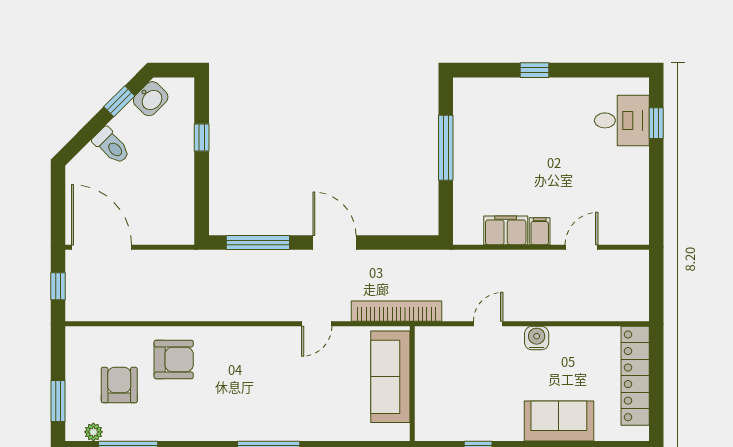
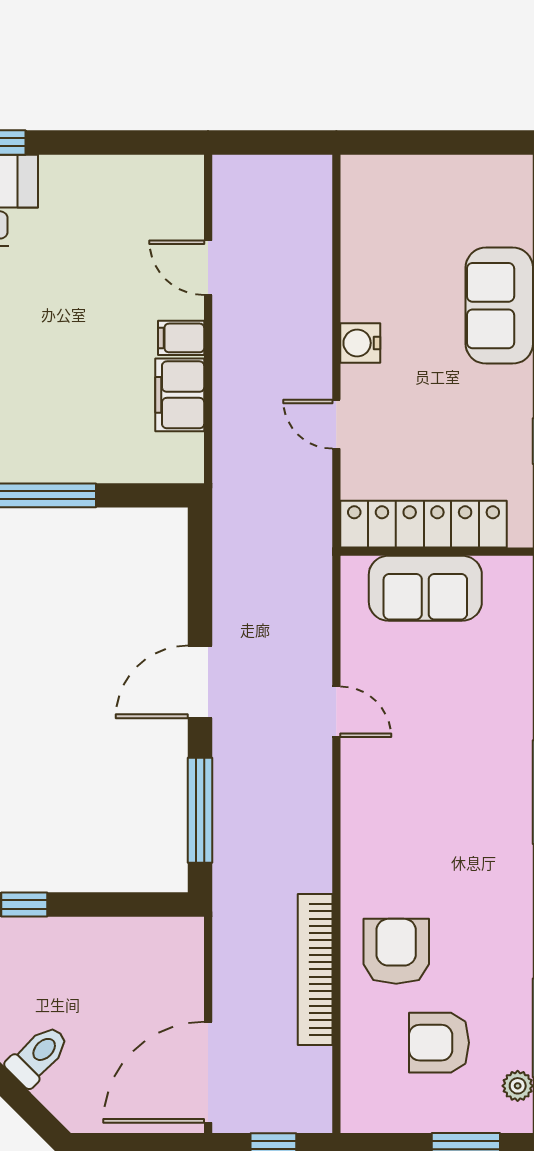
bookcase: (397, 311) -> (315, 969), moved
locker: (635, 376) -> (424, 524), moved, turned 180
sofa: (390, 377) -> (425, 588), width x0.73

